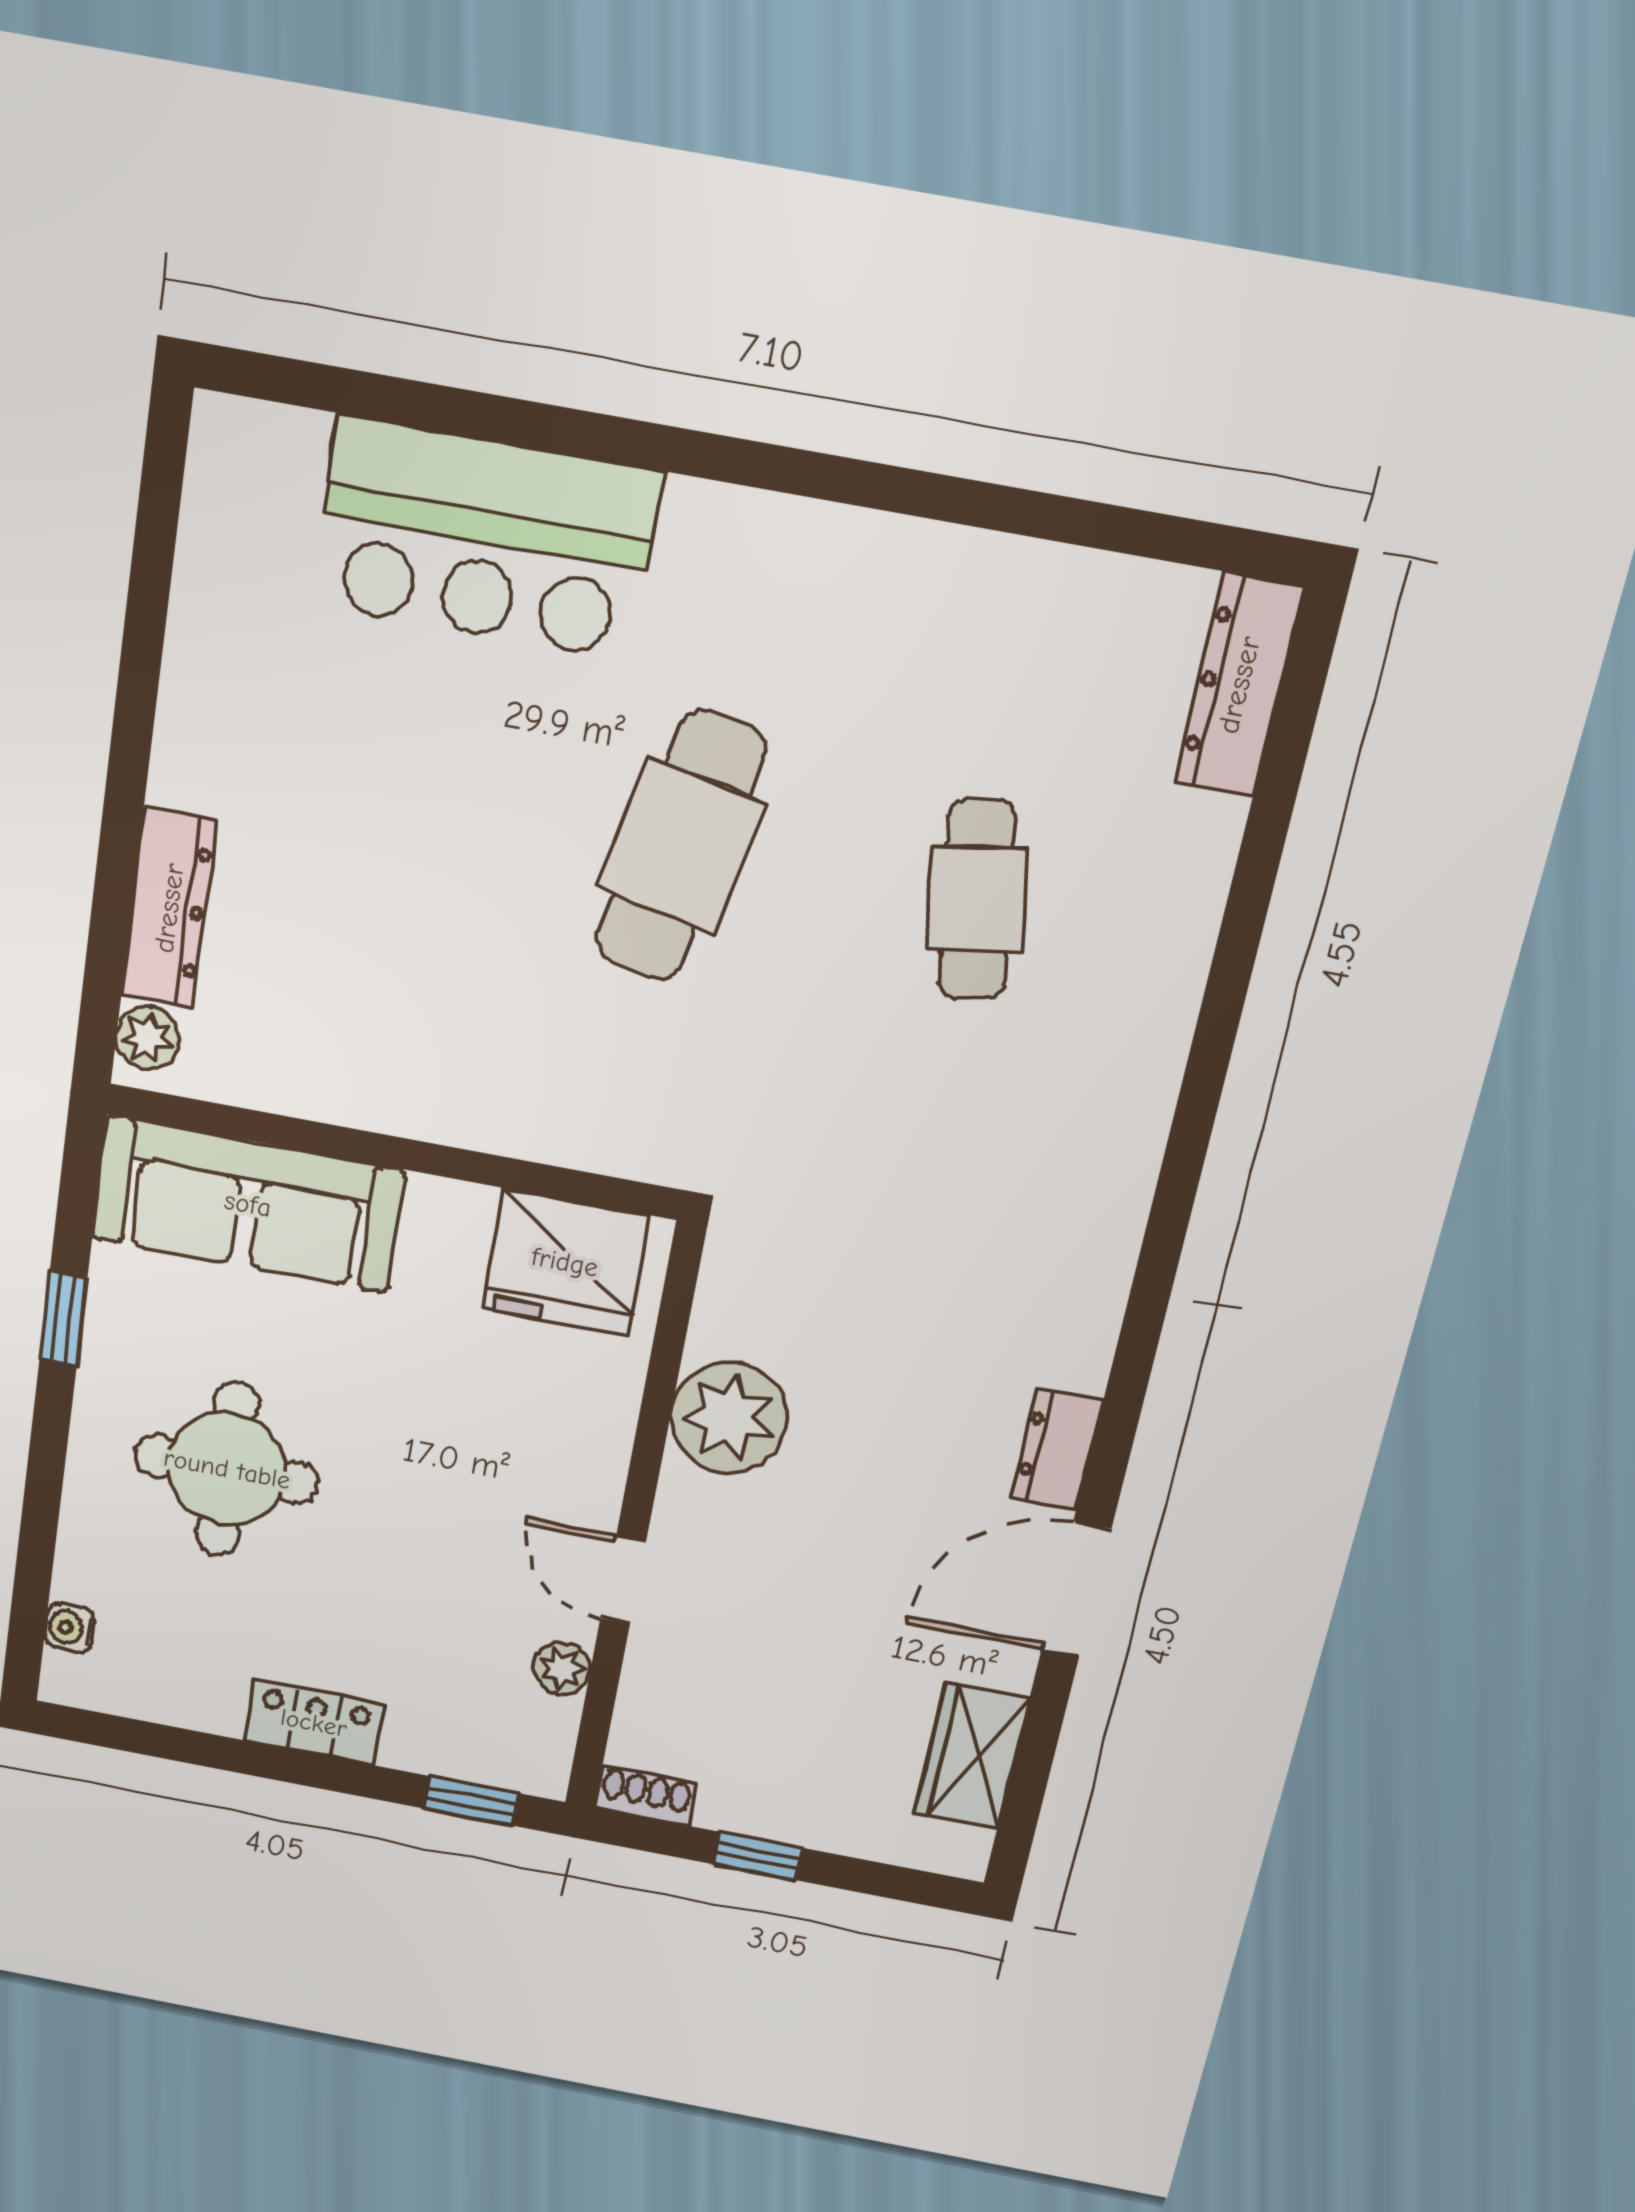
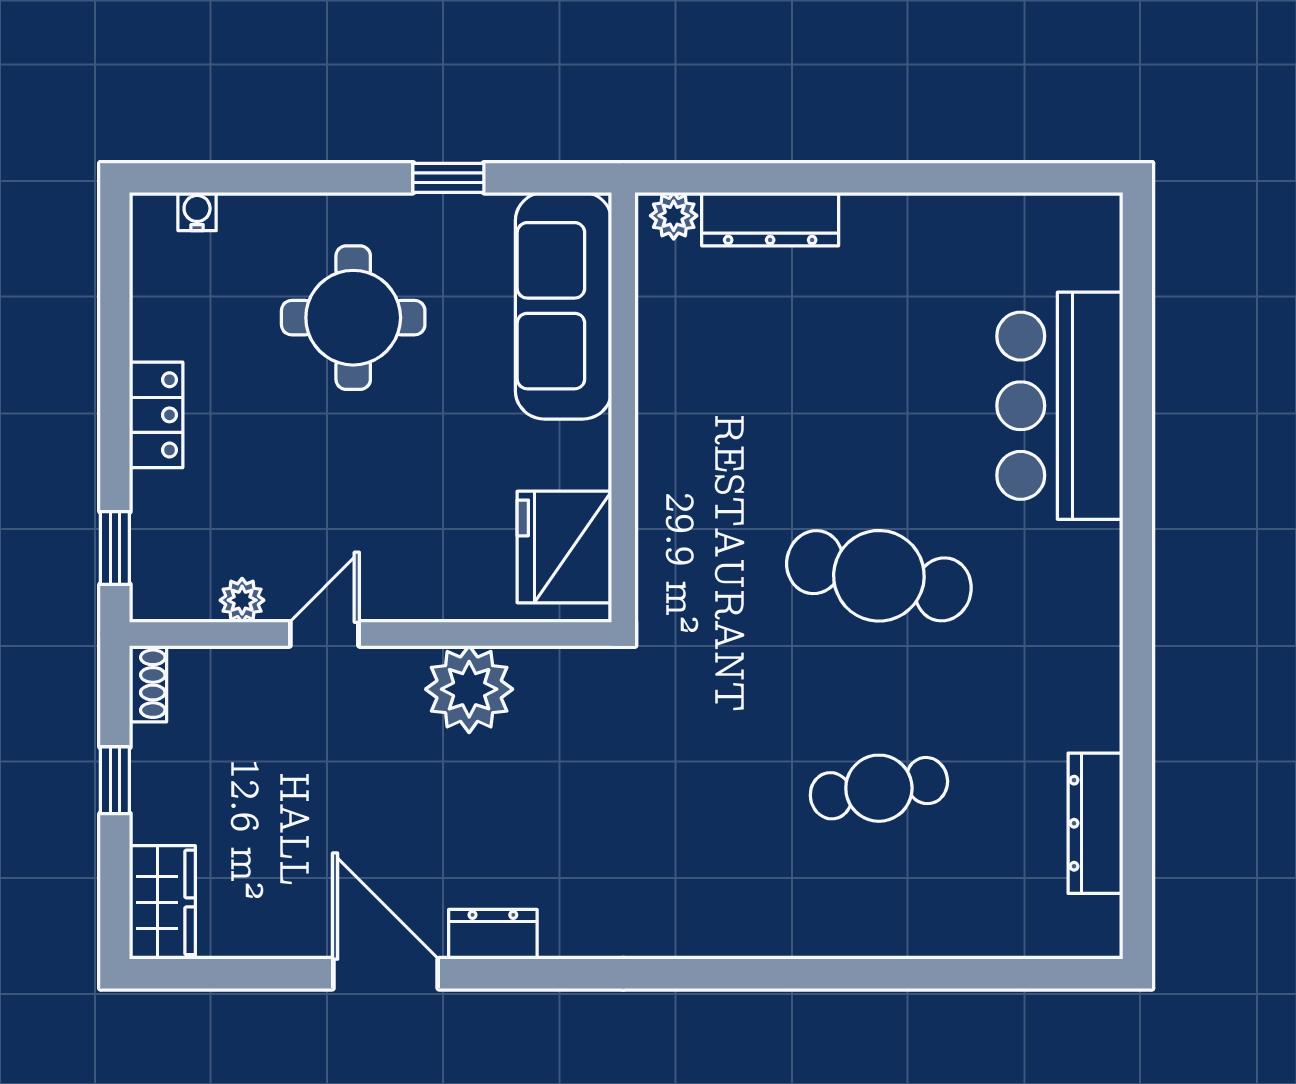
dresser: (1239, 685) -> (1095, 823), moved, turned -90
wardrobe: (972, 1756) -> (162, 902), moved, turned 90

